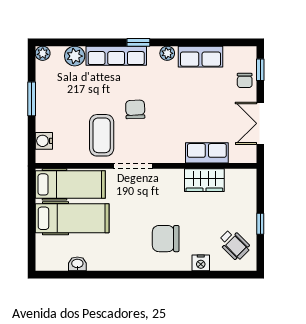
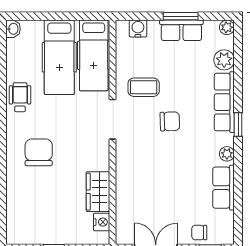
coffee table: (102, 135) -> (144, 87), width x0.73, depth x0.77
row of seats: (207, 153) -> (181, 30), moved, turned 90
wheelchair: (234, 245) -> (20, 97), moved, turned 135
nightstand: (201, 263) -> (102, 222), moved, turned 180
washbasin: (77, 264) -> (13, 29), moved

